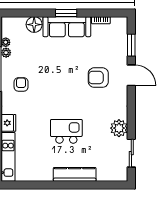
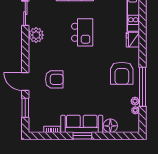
armchair: (21, 84) -> (122, 73), width x1.88, depth x1.88
kitchen island: (66, 131) -> (82, 32), turned -90

